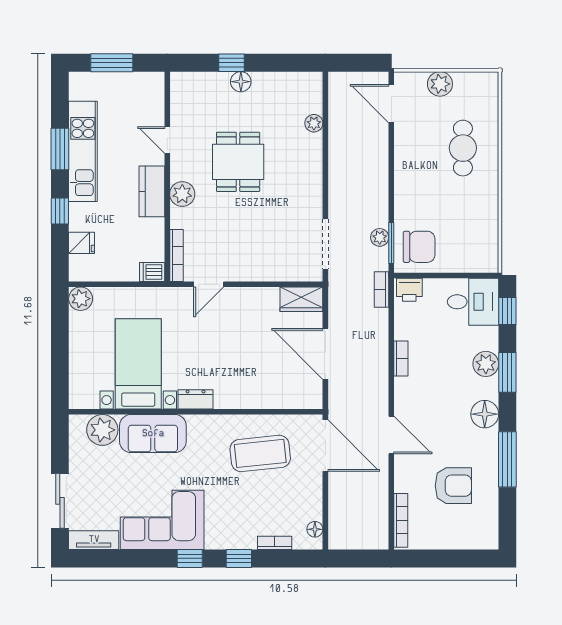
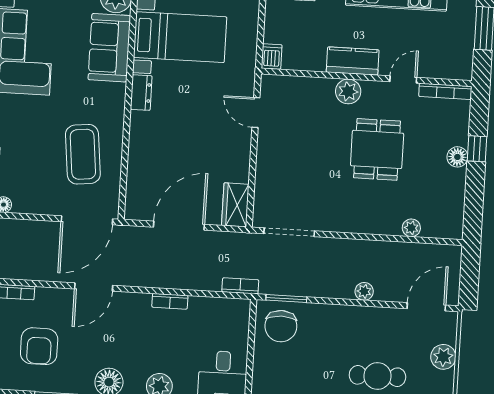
dining table: (238, 162) -> (377, 149), turned 90
plant: (380, 237) -> (364, 291), moved
bookcase: (176, 256) -> (445, 91), moved
printer: (409, 290) -> (238, 314), removed

